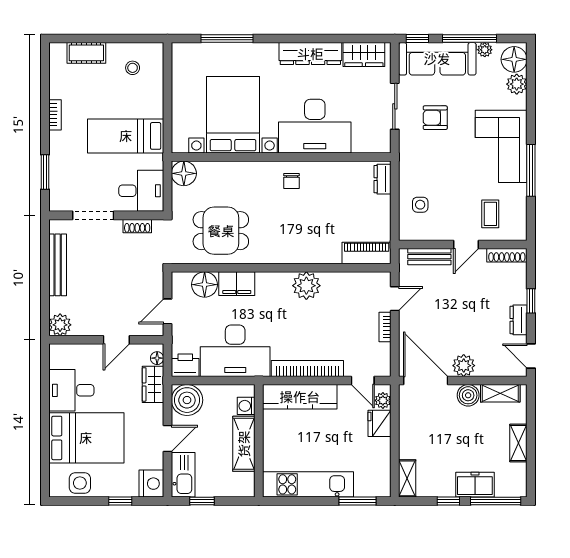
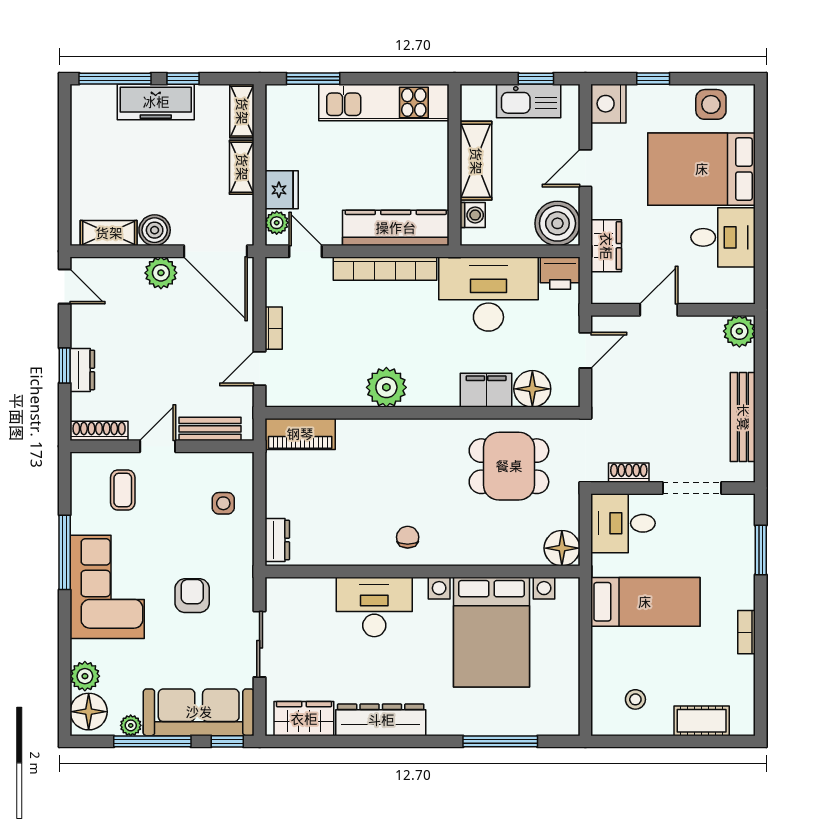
armchair: (435, 118) -> (192, 596), moved, turned -90
desk: (315, 126) -> (374, 607), width x0.73, depth x0.77
dresser: (519, 320) -> (82, 370), moved
floor lamp: (157, 358) -> (600, 283), removed
shelving: (518, 443) -> (242, 167), moved
kitchen sink: (183, 475) -> (529, 101), moved, turned -90
freezer: (475, 485) -> (156, 102), width x1.40

